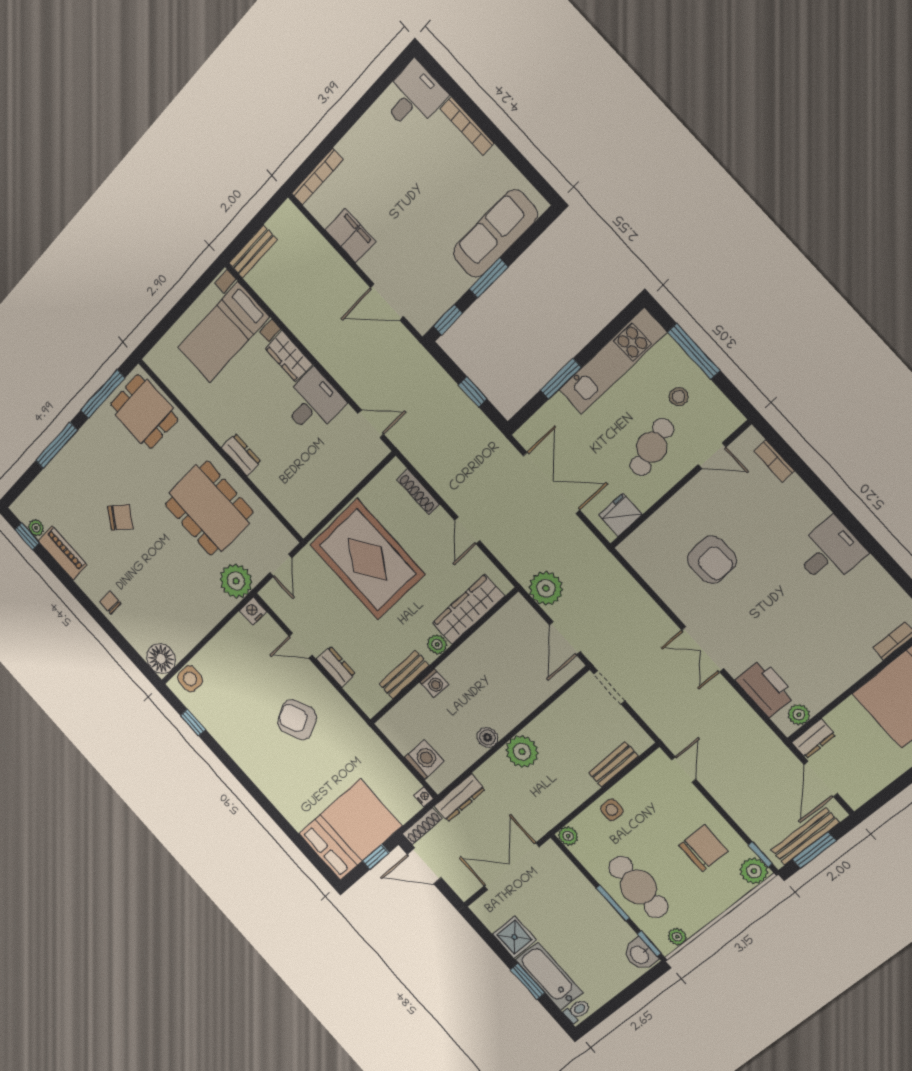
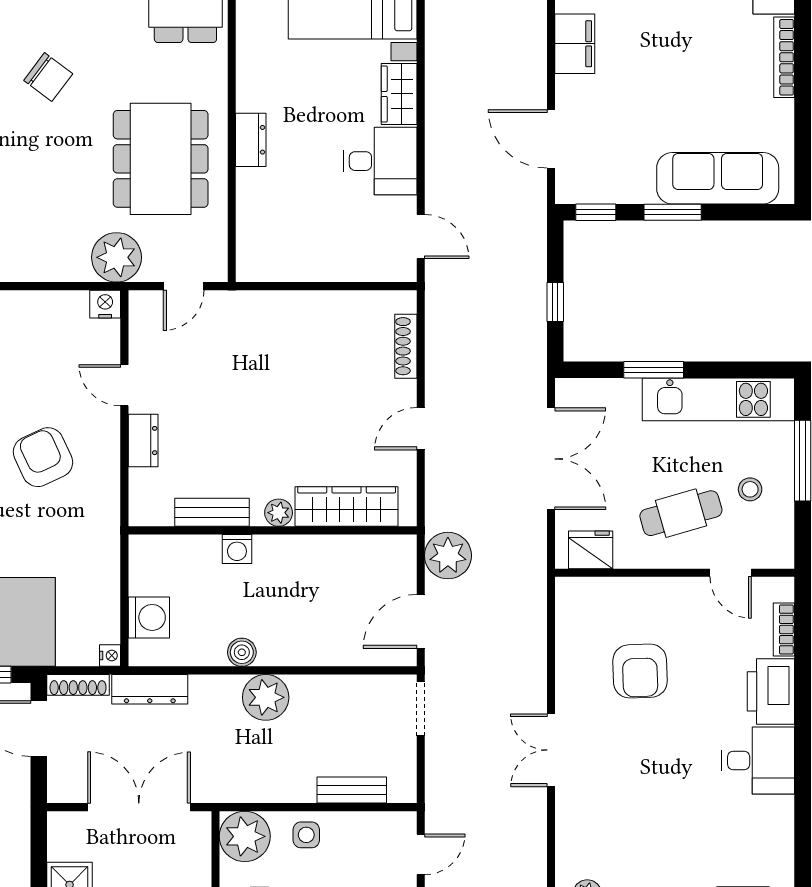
rug: (367, 559) -> (286, 364), removed
printer: (766, 688) -> (771, 691), moved, turned 180
plant: (568, 836) -> (245, 836), width x1.87, depth x1.87

